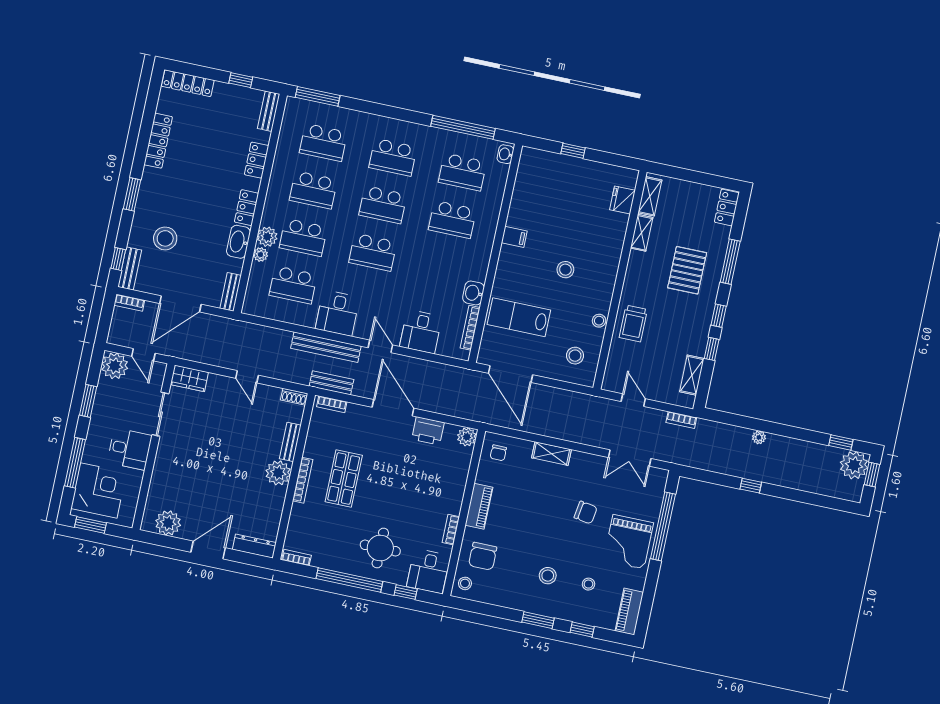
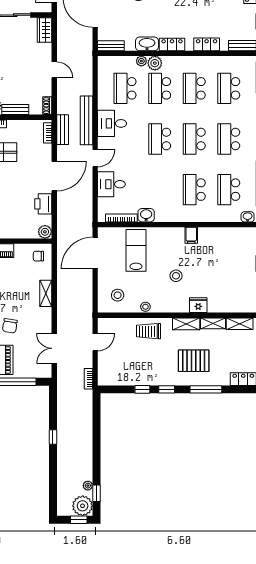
fridge: (622, 200) -> (198, 305), moved
shelving: (692, 375) -> (186, 324), moved
door: (247, 377) -> (54, 70), swing flipped
plant: (759, 437) -> (88, 486), moved

